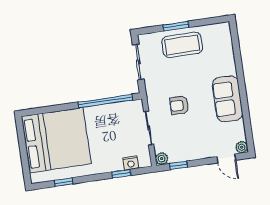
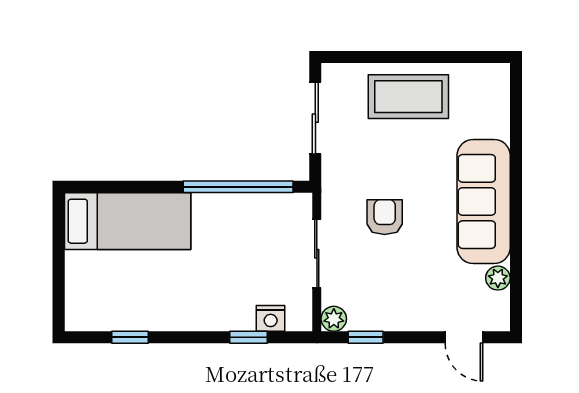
window: (176, 26) -> (401, 57), removed
sofa: (228, 99) -> (484, 201), width x1.36
armchair: (179, 105) -> (385, 217), turned 90
bed: (56, 140) -> (128, 221), width x0.49
plant: (242, 147) -> (498, 278), moved

